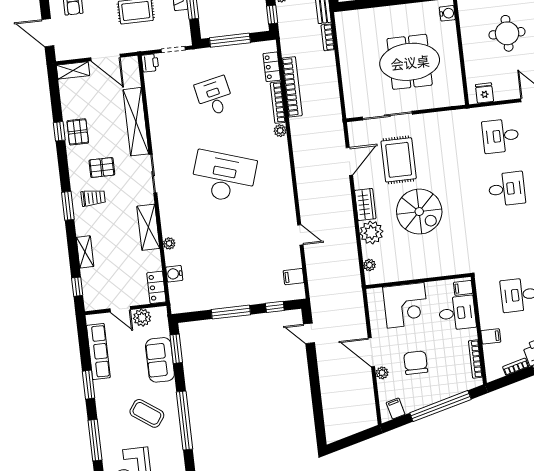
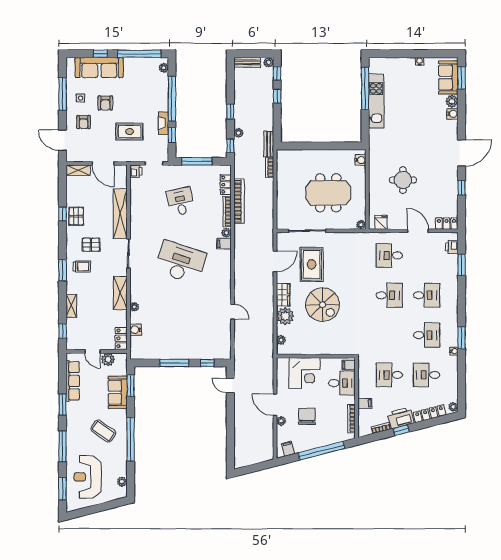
plant: (458, 99) -> (361, 225), added
filing cabinet: (294, 277) -> (224, 244), moved

